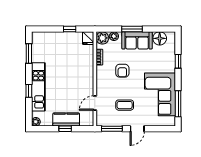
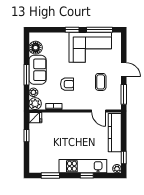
window: (178, 61) -> (72, 30), moved
kitchen counter: (66, 119) -> (115, 133), width x1.50
window: (65, 129) -> (124, 157), moved

